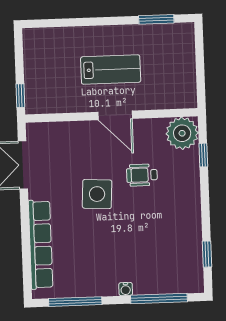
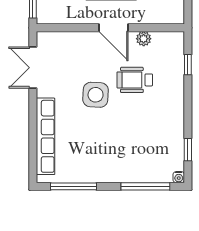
plant: (182, 133) -> (144, 39), moved, width x0.53, depth x0.53
wheelchair: (142, 175) -> (135, 80), width x1.36, depth x1.37
water cooler: (126, 289) -> (179, 177), moved

